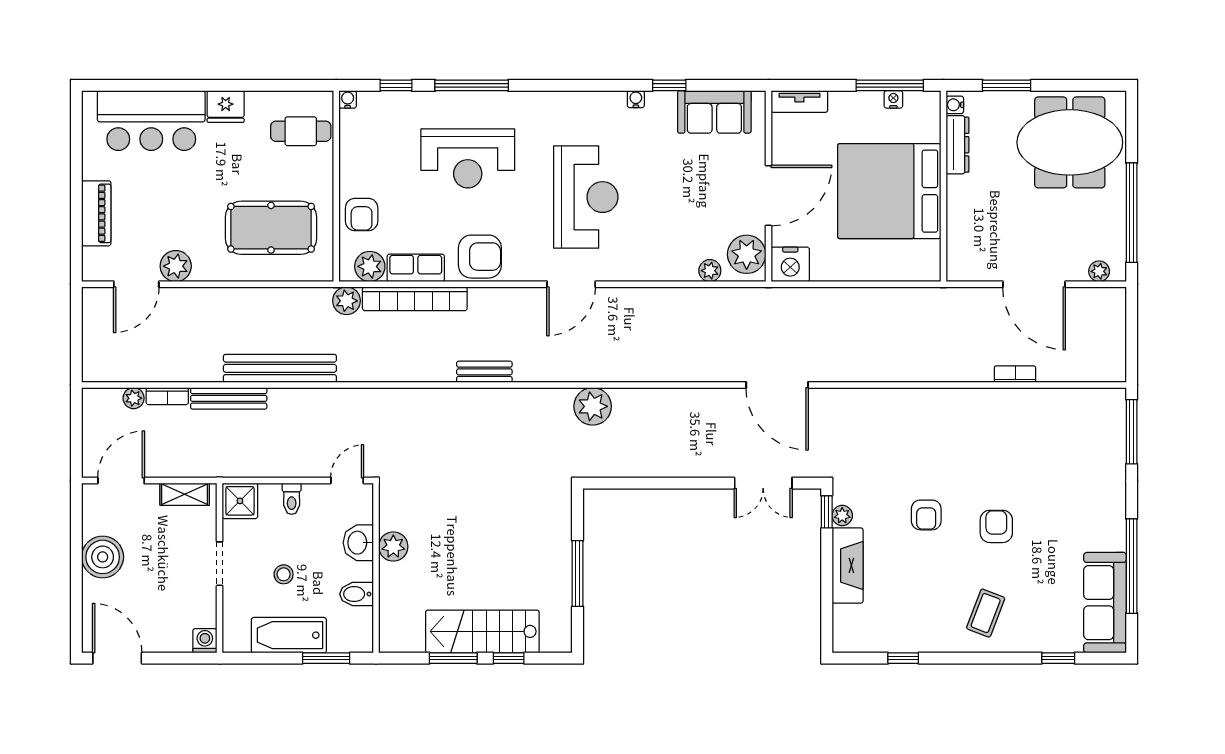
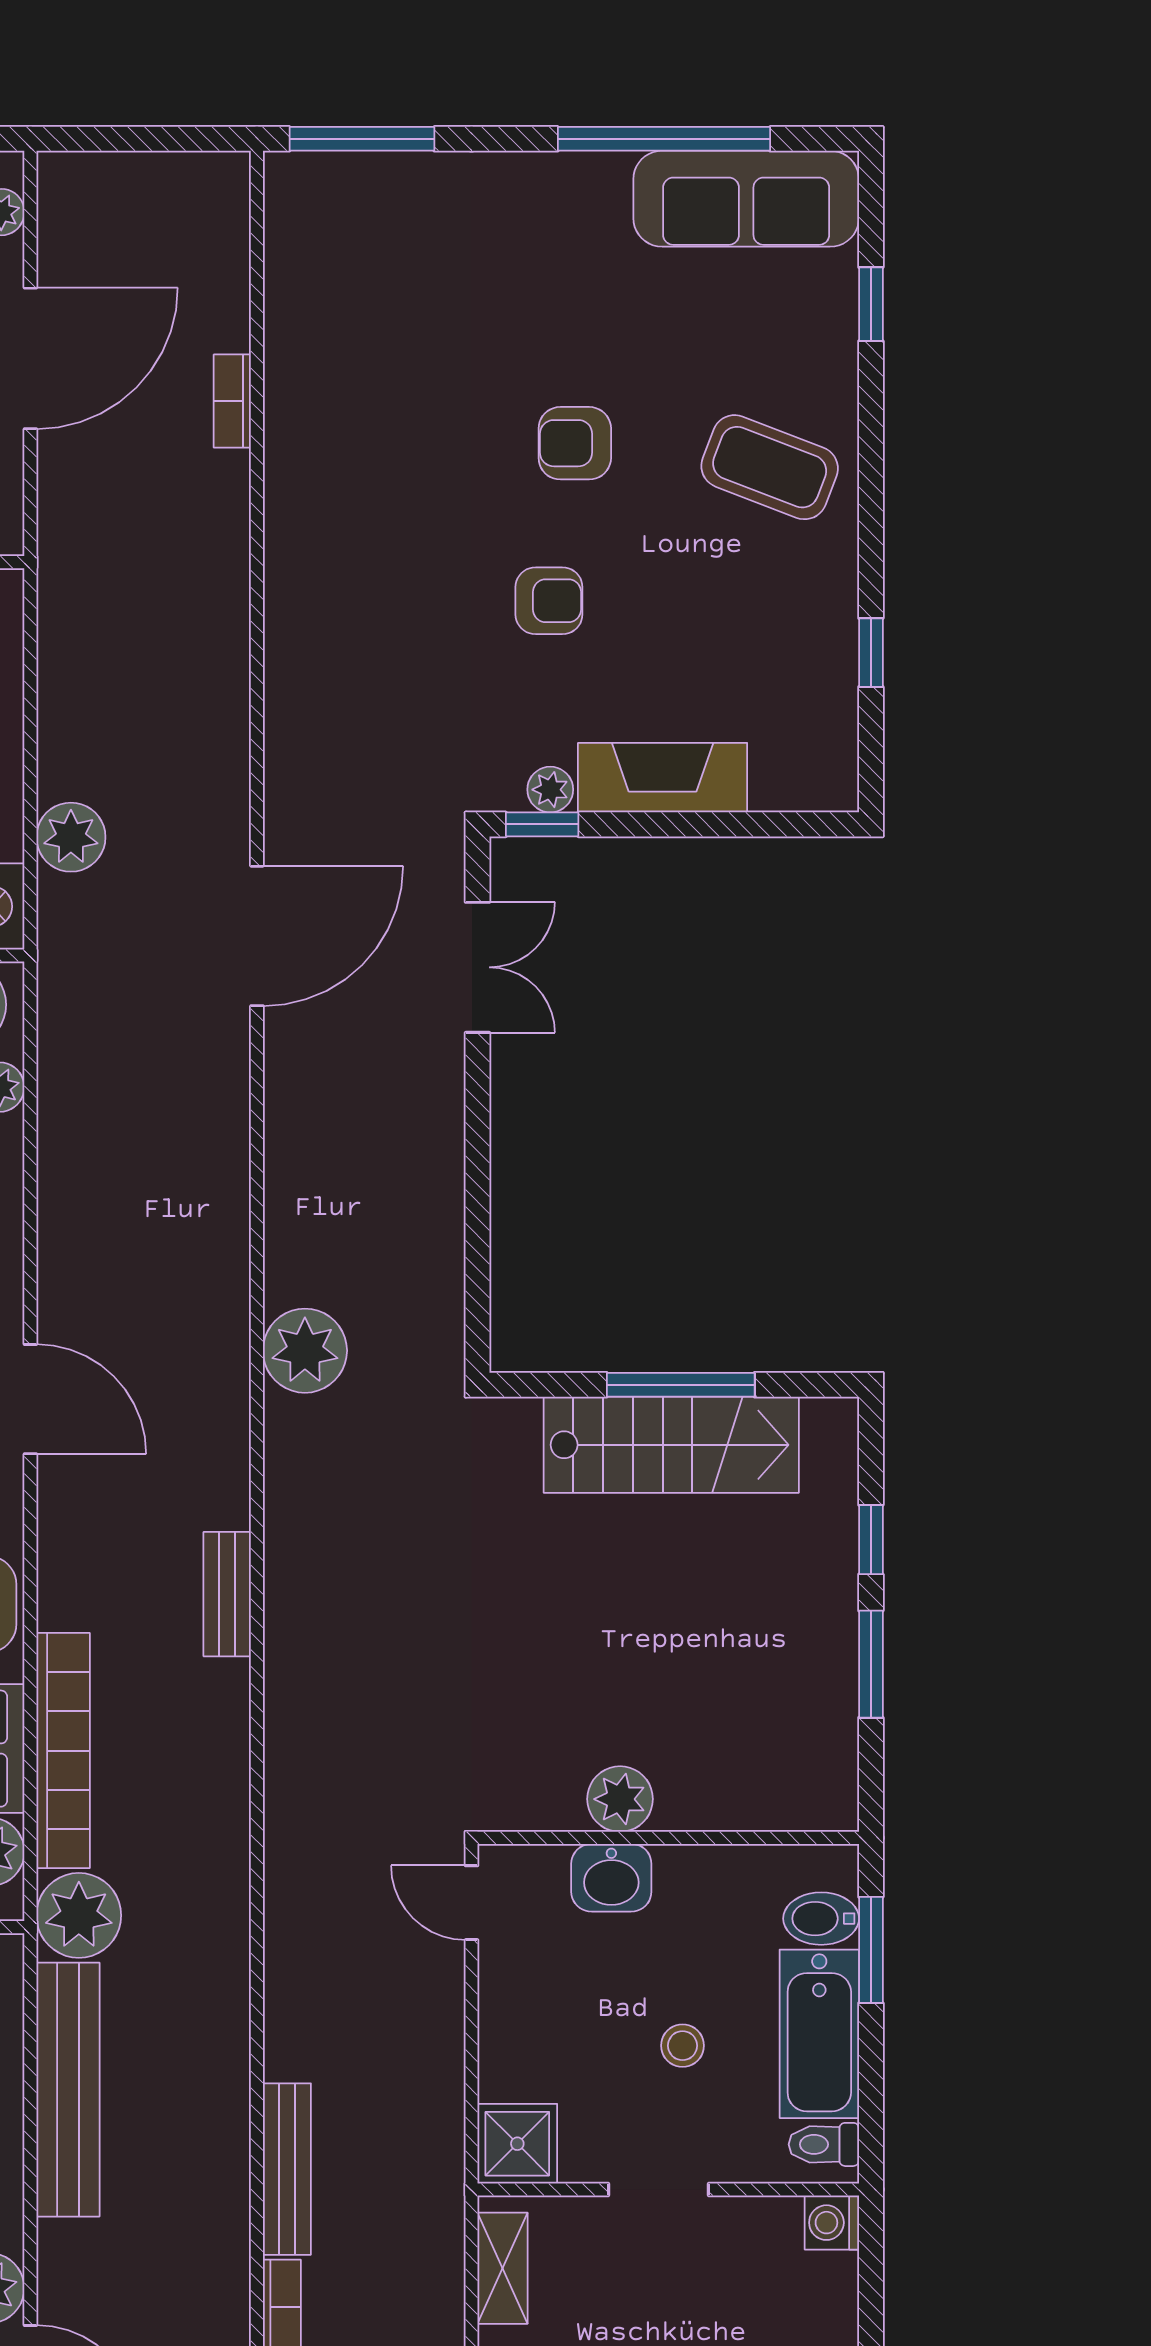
plant: (347, 301) -> (79, 1915), width x1.36, depth x1.36
plant: (821, 302) -> (71, 837), added
bench: (280, 368) -> (68, 2090), moved
toilet: (292, 499) -> (824, 2144), moved, turned 180
bidet: (356, 594) -> (821, 1919), moved, turned 90
coffee table: (986, 613) -> (770, 467), width x1.36, depth x1.30
stairs: (482, 631) -> (671, 1445), moved, turned -90

